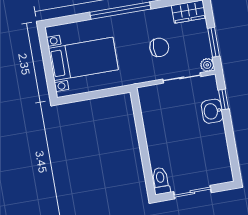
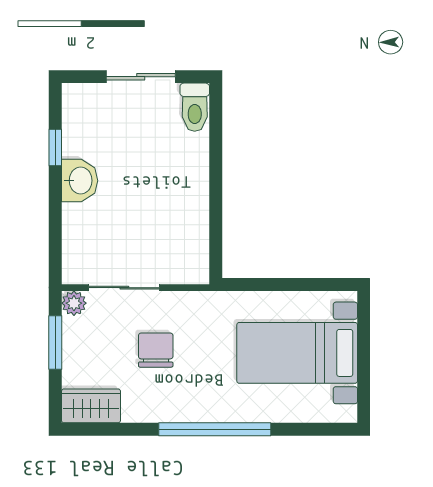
chair: (159, 47) -> (156, 350), turned 90
window: (224, 99) -> (55, 148), moved
washbasin: (212, 111) -> (80, 181), moved

